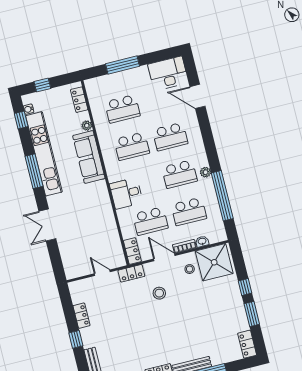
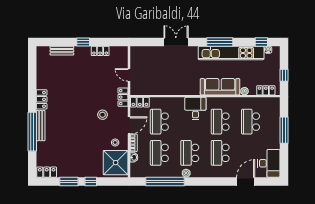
window: (42, 85) -> (284, 75), moved
desk: (126, 193) -> (195, 108), moved
door: (102, 273) -> (129, 75), swing flipped

